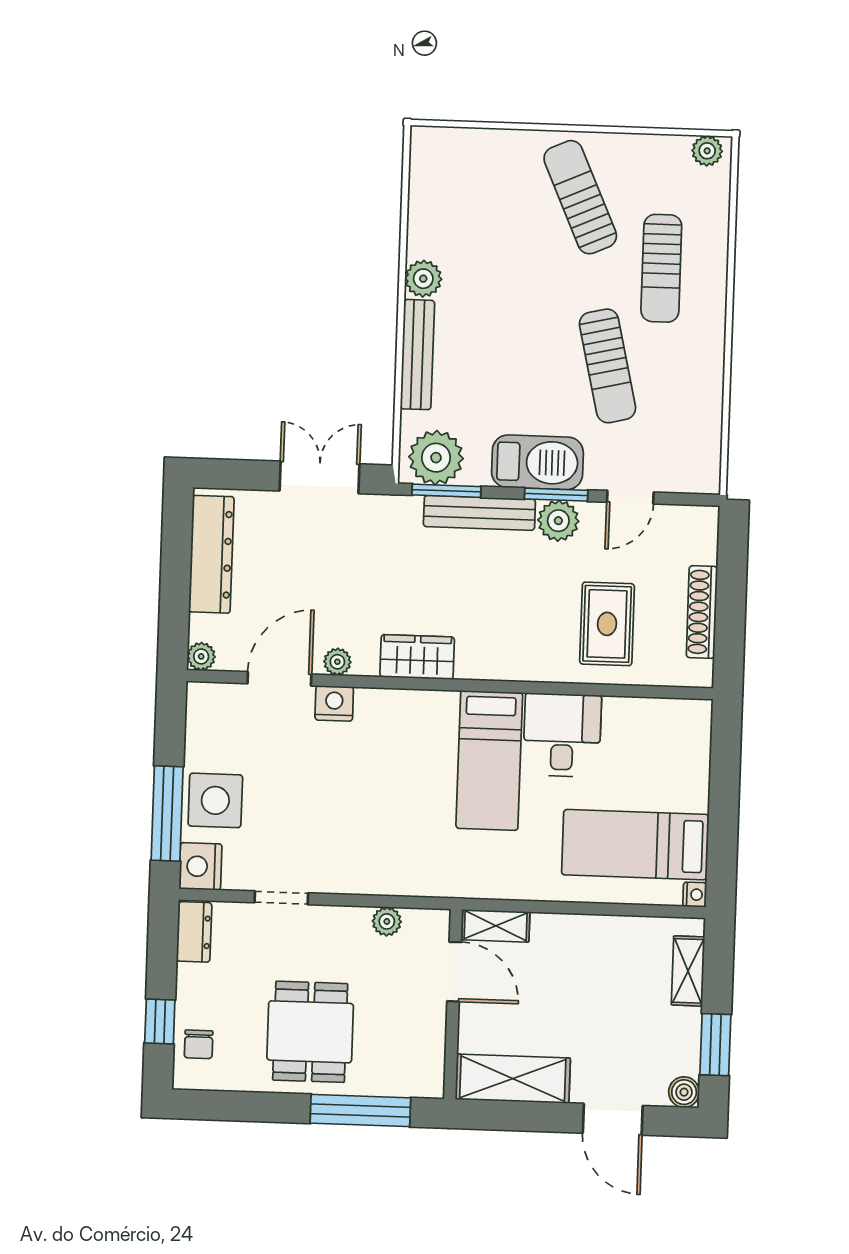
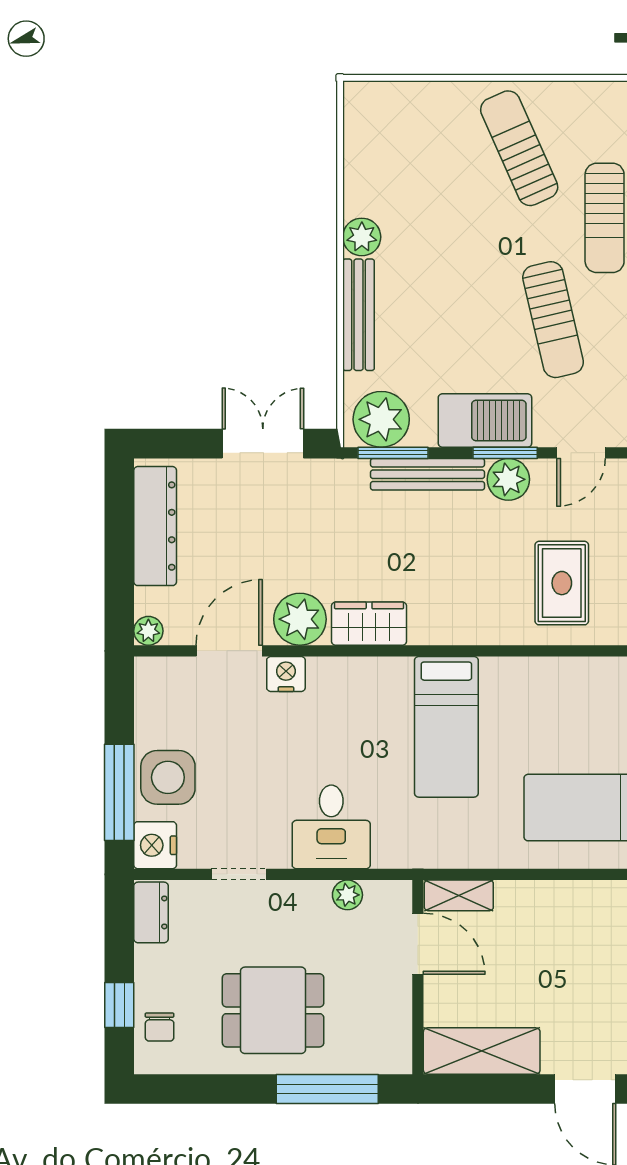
plant: (337, 662) -> (300, 619), width x1.88, depth x1.88
desk: (562, 735) -> (331, 827), moved, turned 180
dining table: (310, 1032) -> (273, 1010), turned 90

